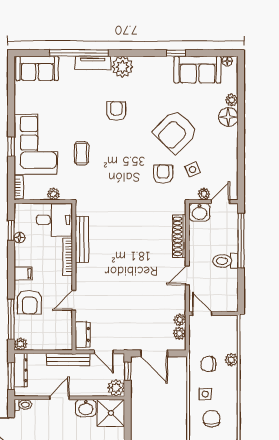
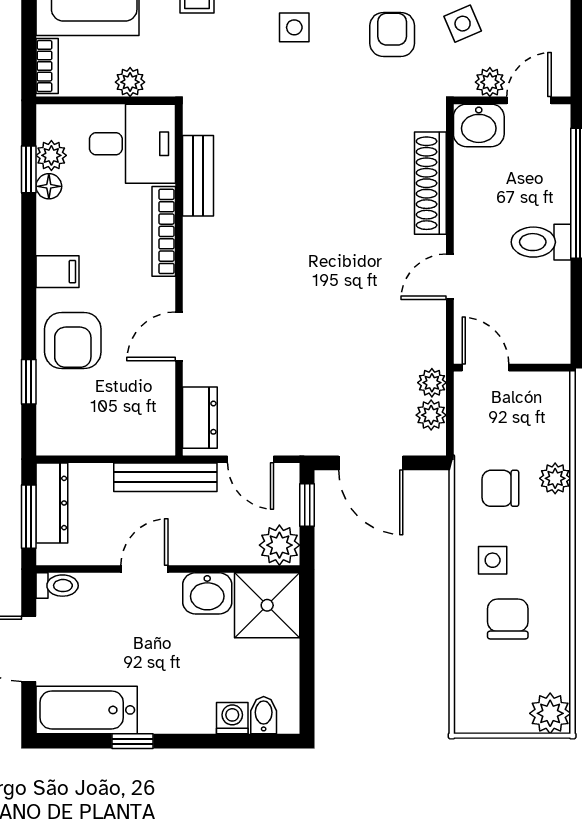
side table: (122, 171) -> (294, 27), added
bench: (82, 239) -> (198, 176), width x0.73
window: (11, 319) -> (29, 382), width x0.46
plant: (21, 344) -> (51, 155), moved

